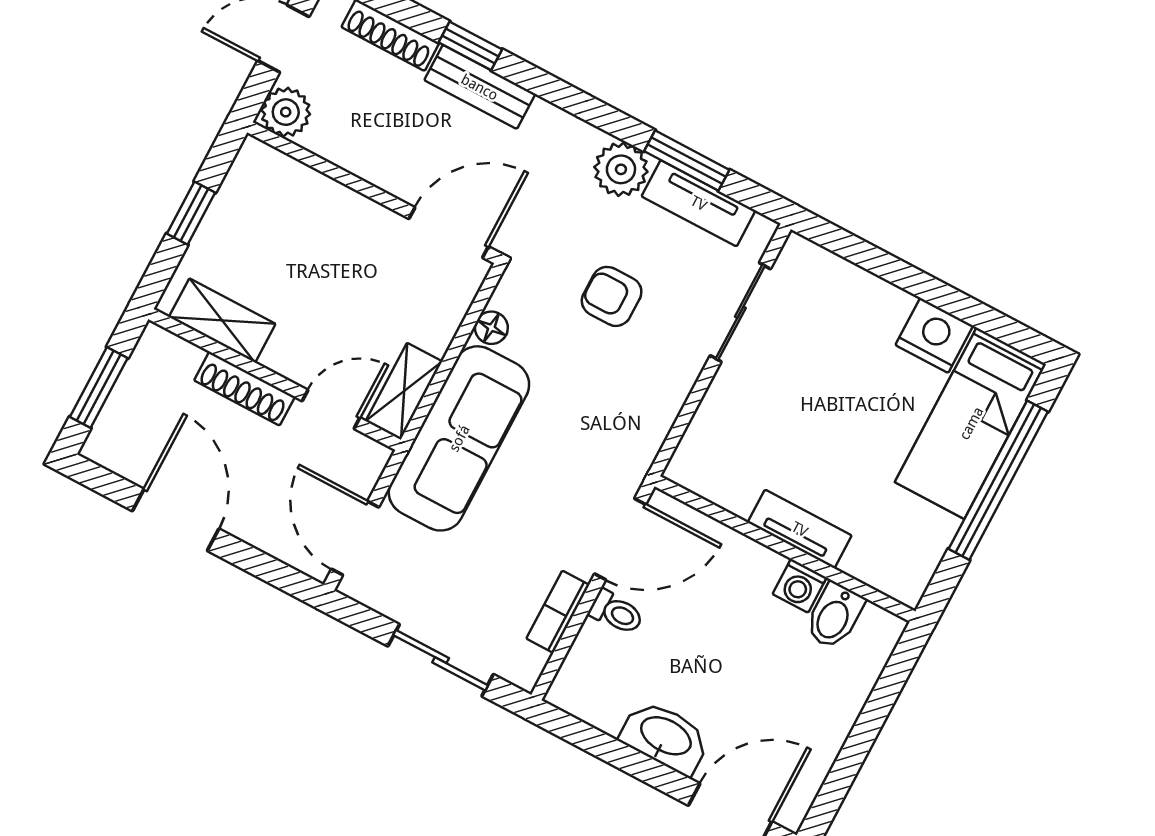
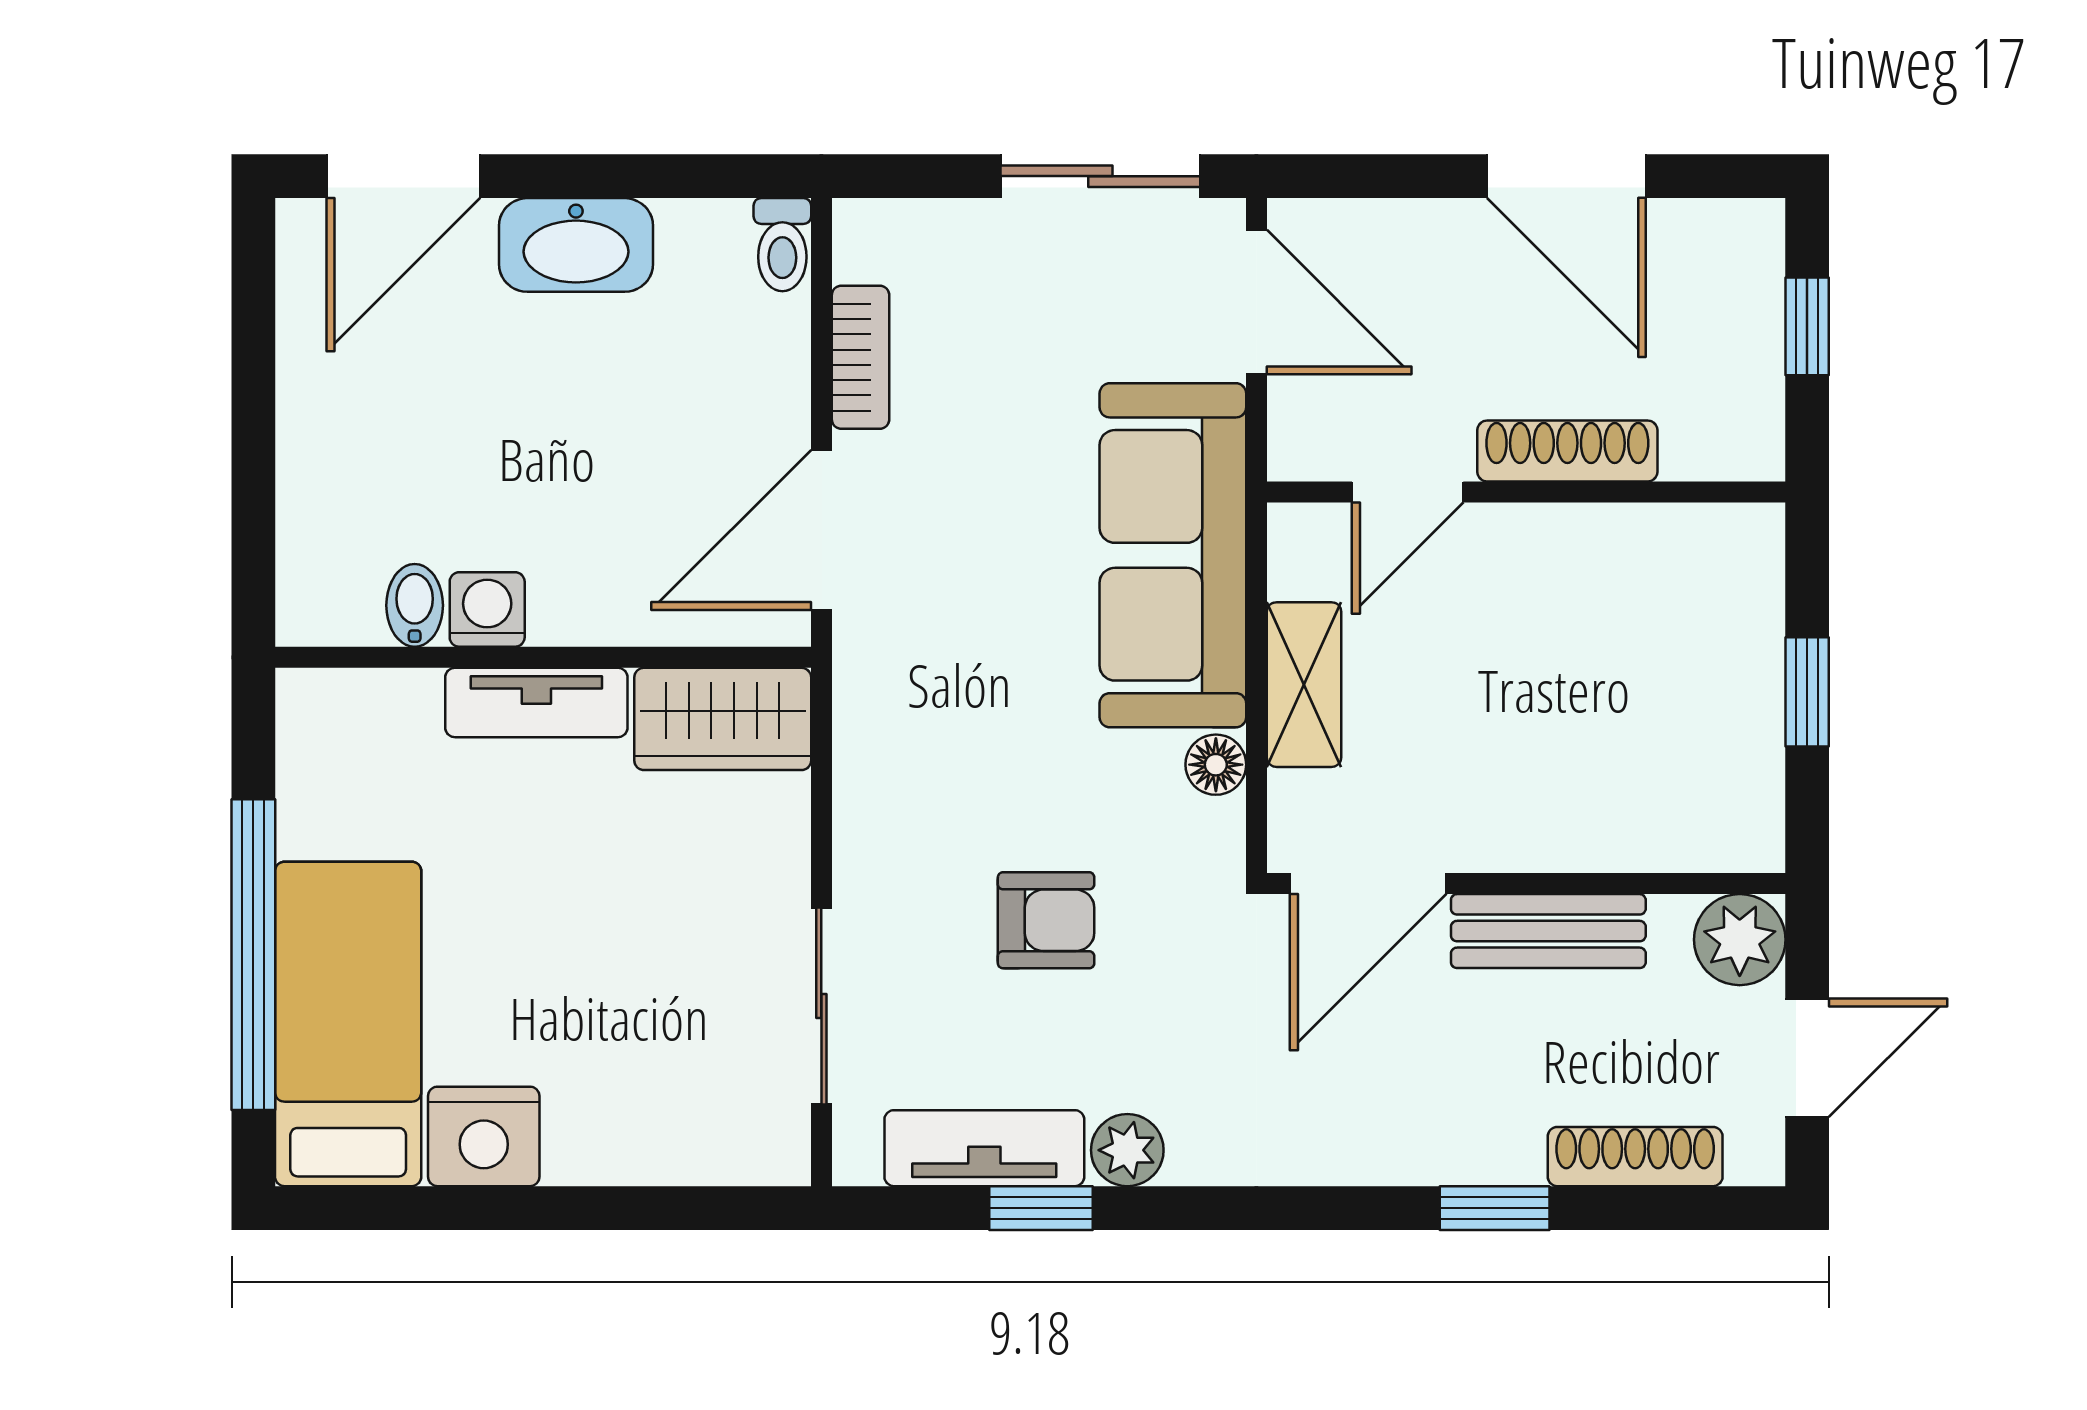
bench: (480, 87) -> (1548, 931), moved
window: (687, 161) -> (1041, 1208), width x0.67
plant: (621, 169) -> (1127, 1150), width x0.73, depth x0.73
shelving: (222, 320) -> (1663, 543), removed
window: (99, 387) -> (1807, 326), width x0.67
shelving: (404, 391) -> (1304, 685), moved
wardrobe: (715, 474) -> (723, 719), added
toilet: (616, 612) -> (782, 245), moved, turned -90
bidet: (835, 616) -> (415, 605), width x0.72, depth x0.74
sliding door: (441, 660) -> (1100, 176), moved

